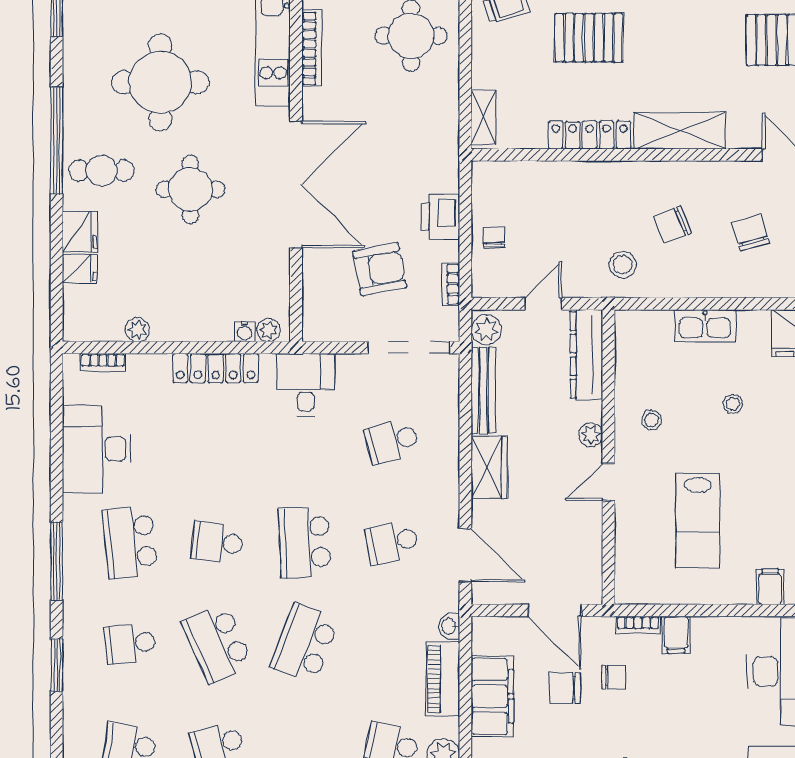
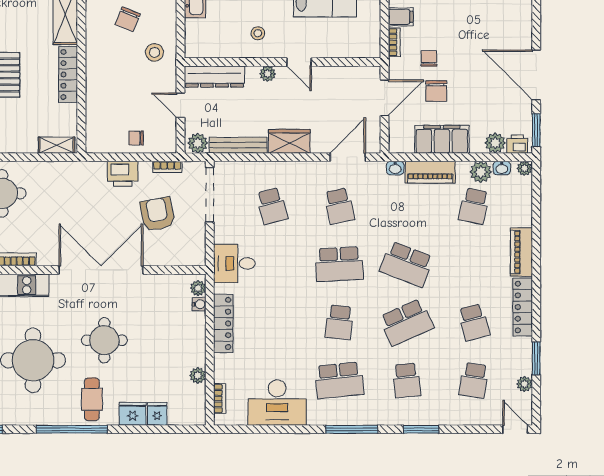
chair: (673, 224) -> (128, 19), turned 44

